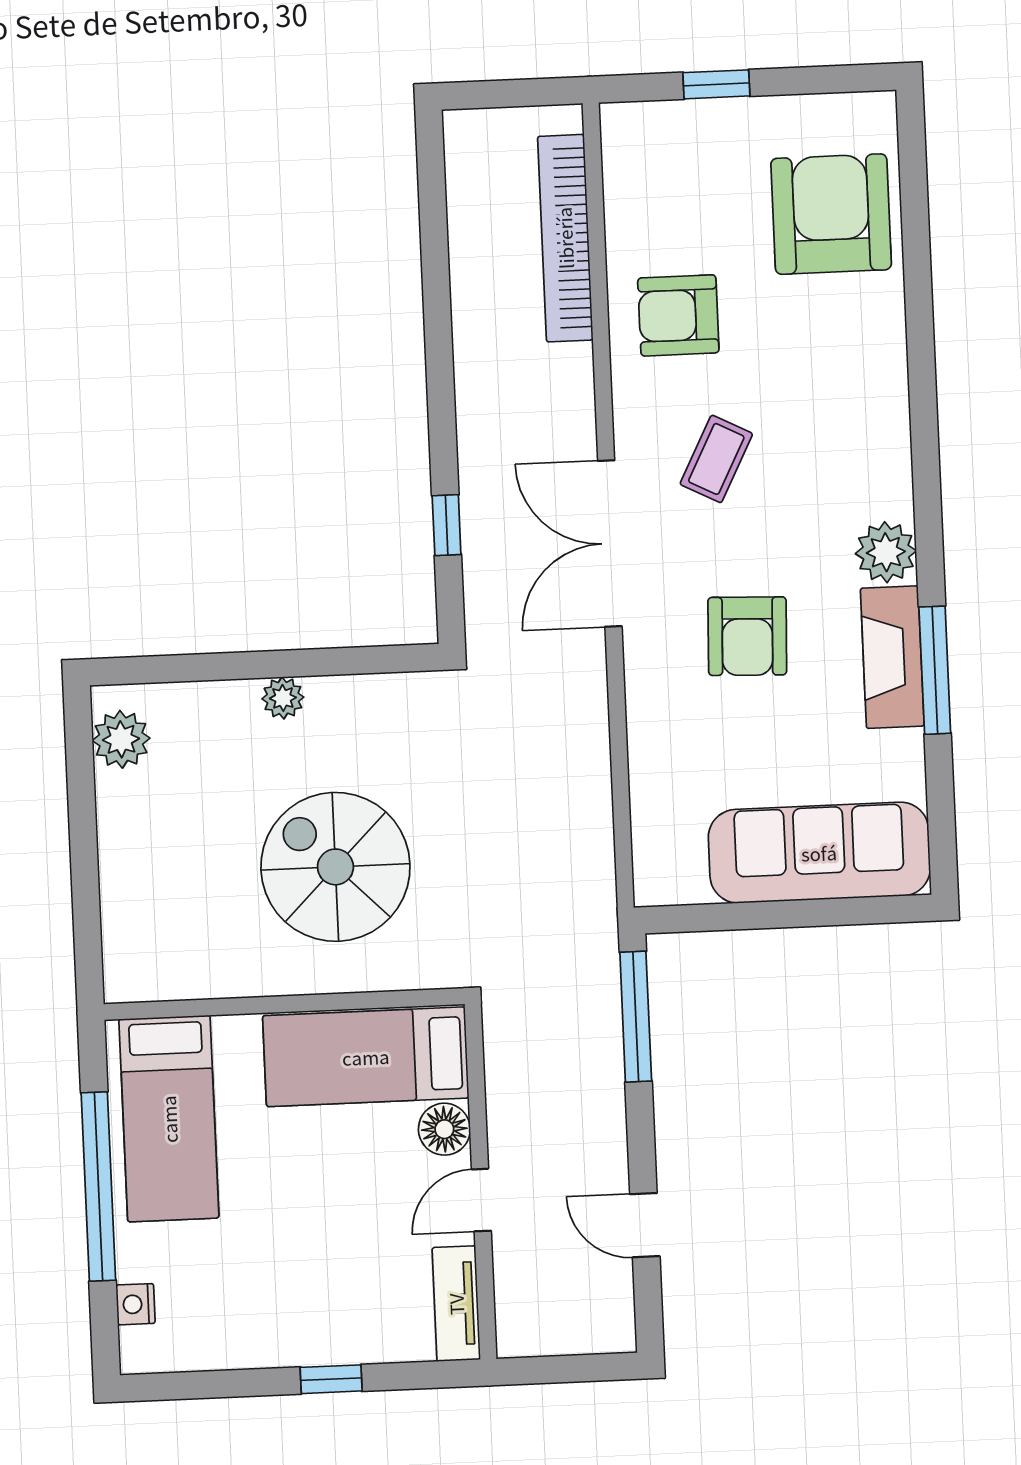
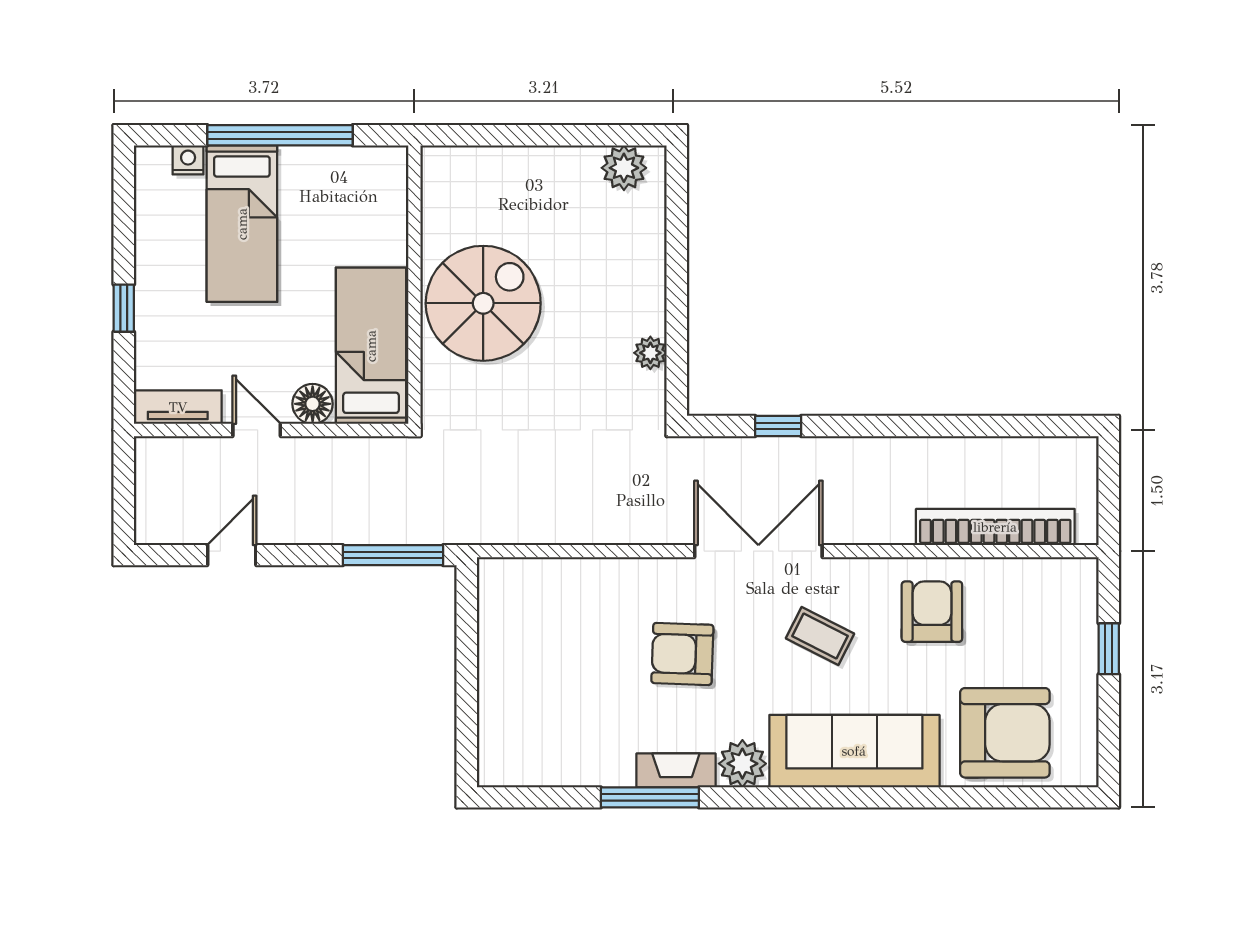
fireplace: (892, 657) -> (676, 770), width x0.73, depth x0.76
plant: (283, 698) -> (650, 353), moved
sofa: (819, 853) -> (854, 751), moved, turned -90
spiral stairs: (335, 867) -> (483, 303), moved
bed: (169, 1119) -> (242, 224), moved, turned -90

